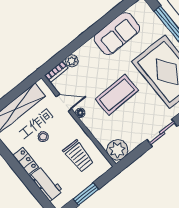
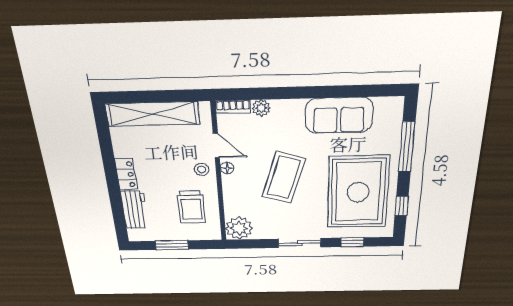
coffee table: (117, 95) -> (284, 178), turned -72
stool: (43, 137) -> (202, 169), moved

